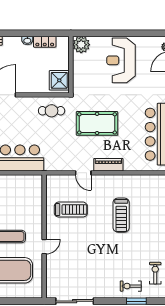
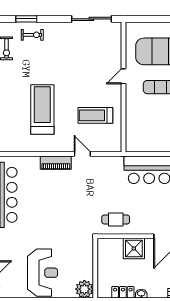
shower: (59, 80) -> (134, 248), moved
pool table: (97, 123) -> (68, 206), removed
treadmill: (121, 215) -> (42, 110), width x1.37, depth x1.38

